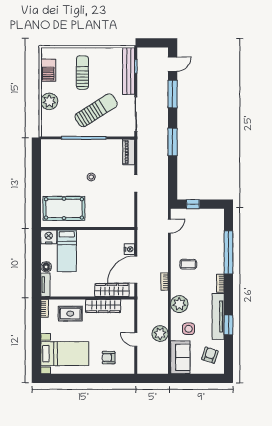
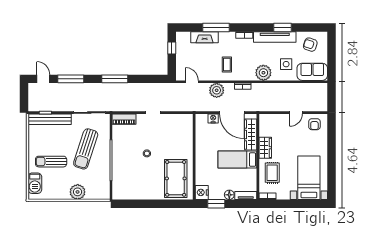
barbecue: (48, 70) -> (35, 183), moved, turned 90
sun lounger: (96, 110) -> (86, 149), turned -130
window: (193, 204) -> (172, 48), moved
fireplace: (218, 240) -> (205, 37), added
bed: (67, 251) -> (237, 160), moved, turned 180
window: (228, 252) -> (216, 28), width x0.68
window: (36, 253) -> (216, 204), added
wardrobe: (103, 306) -> (265, 148), width x0.67
plant: (160, 334) -> (217, 90), moved
armchair: (109, 358) -> (314, 124), moved

